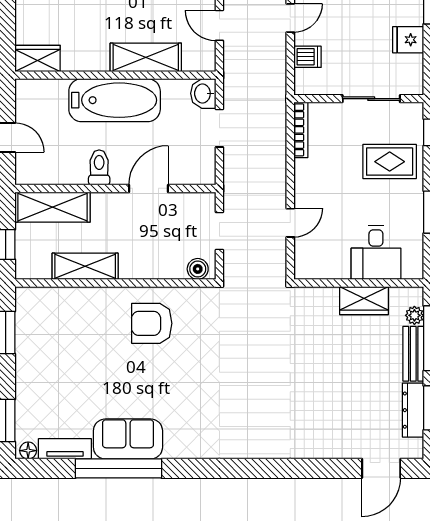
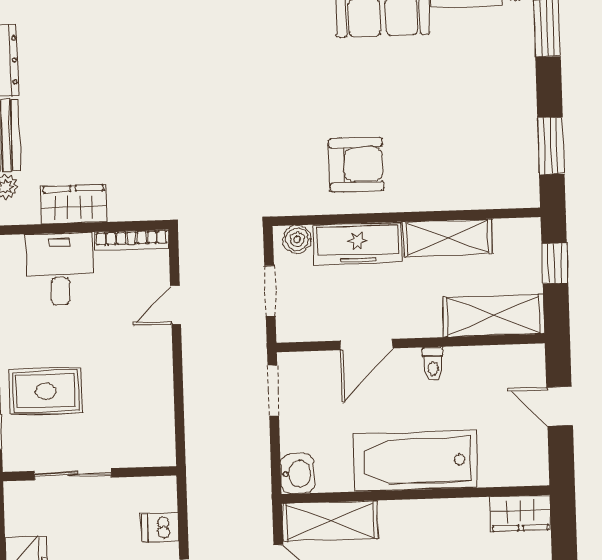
shelving: (146, 57) -> (330, 521), moved
doorway: (219, 128) -> (273, 391), moved
bookcase: (301, 130) -> (132, 240), moved, turned -90
toilet: (99, 167) -> (433, 364), width x0.73, depth x0.72
freezer: (153, 264) -> (357, 243), added

